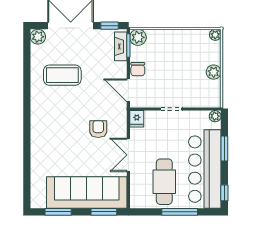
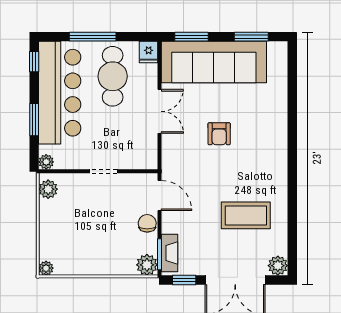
plant: (214, 72) -> (48, 189), moved
fridge: (137, 119) -> (149, 52), moved, turned 180
armchair: (98, 129) -> (219, 134), moved

